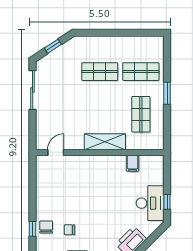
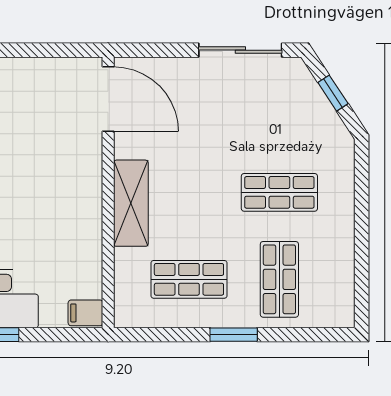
shop shelf: (100, 72) -> (279, 192), turned 90
door: (56, 152) -> (108, 99), width x1.88
filing cabinet: (133, 163) -> (85, 313), moved

